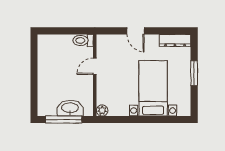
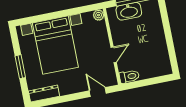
door: (135, 31) -> (98, 92), moved
bed with nightstands: (153, 88) -> (55, 45), width x1.36

